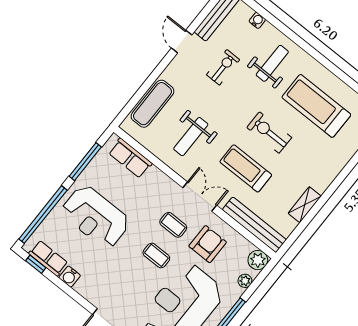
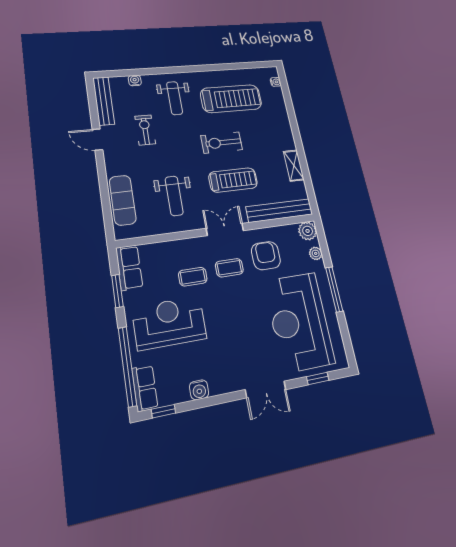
weight bench: (272, 63) -> (175, 98), turned 180
treadmill: (316, 106) -> (231, 99), turned 180
row of seats: (130, 158) -> (129, 268), moved, turned -90
window: (85, 162) -> (117, 291), width x0.69
treadmill: (246, 168) -> (233, 180), turned 180
reception desk: (96, 217) -> (169, 323), turned 180
coffee table: (156, 255) -> (193, 277), moved
row of seats: (48, 258) -> (145, 388), moved, turned 90

